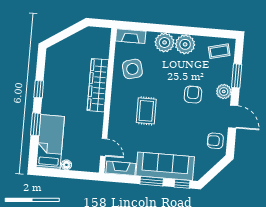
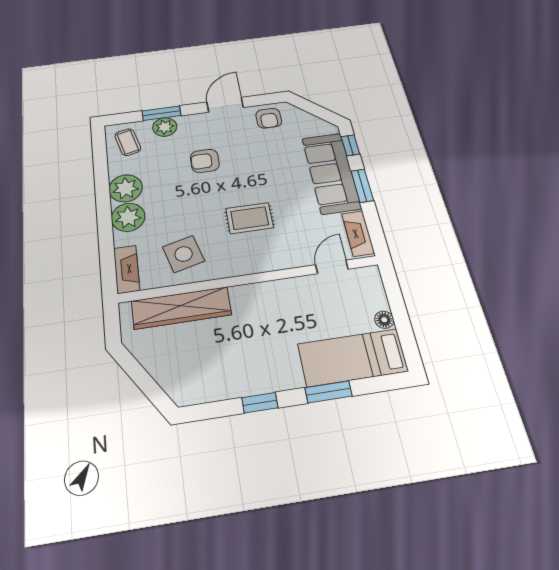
wardrobe: (98, 85) -> (181, 308), moved
plant: (224, 91) -> (165, 127), moved

